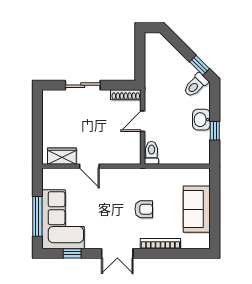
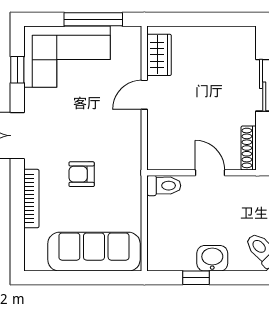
armchair: (144, 209) -> (82, 174), turned 90
sofa: (197, 209) -> (94, 252), width x1.36
window: (37, 216) -> (93, 19), moved

